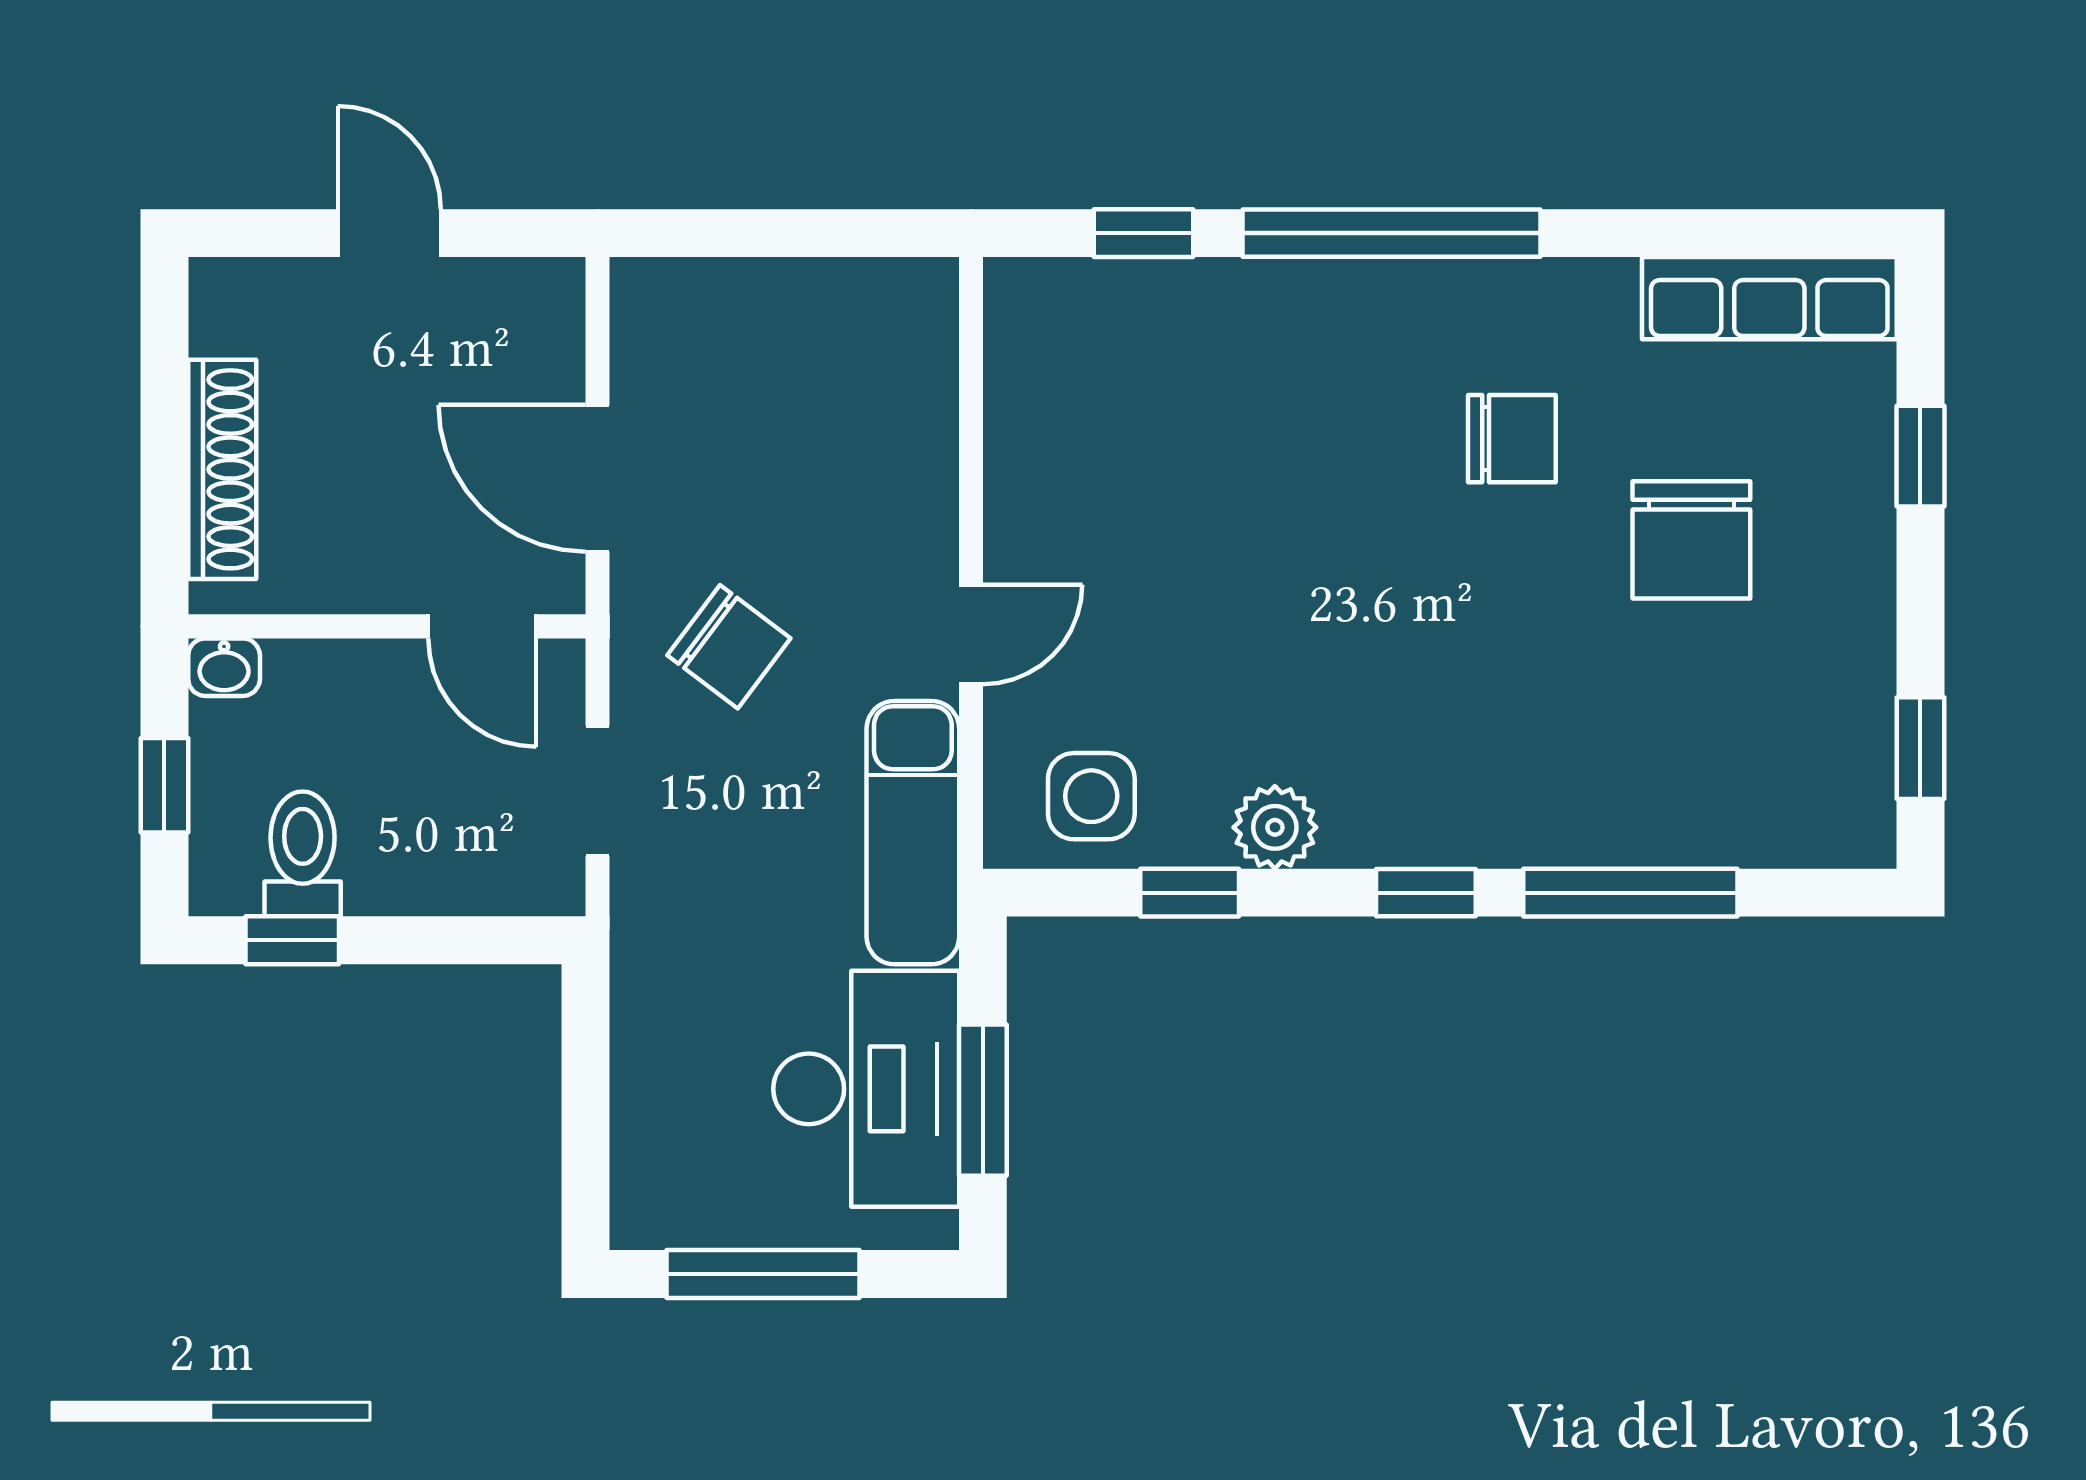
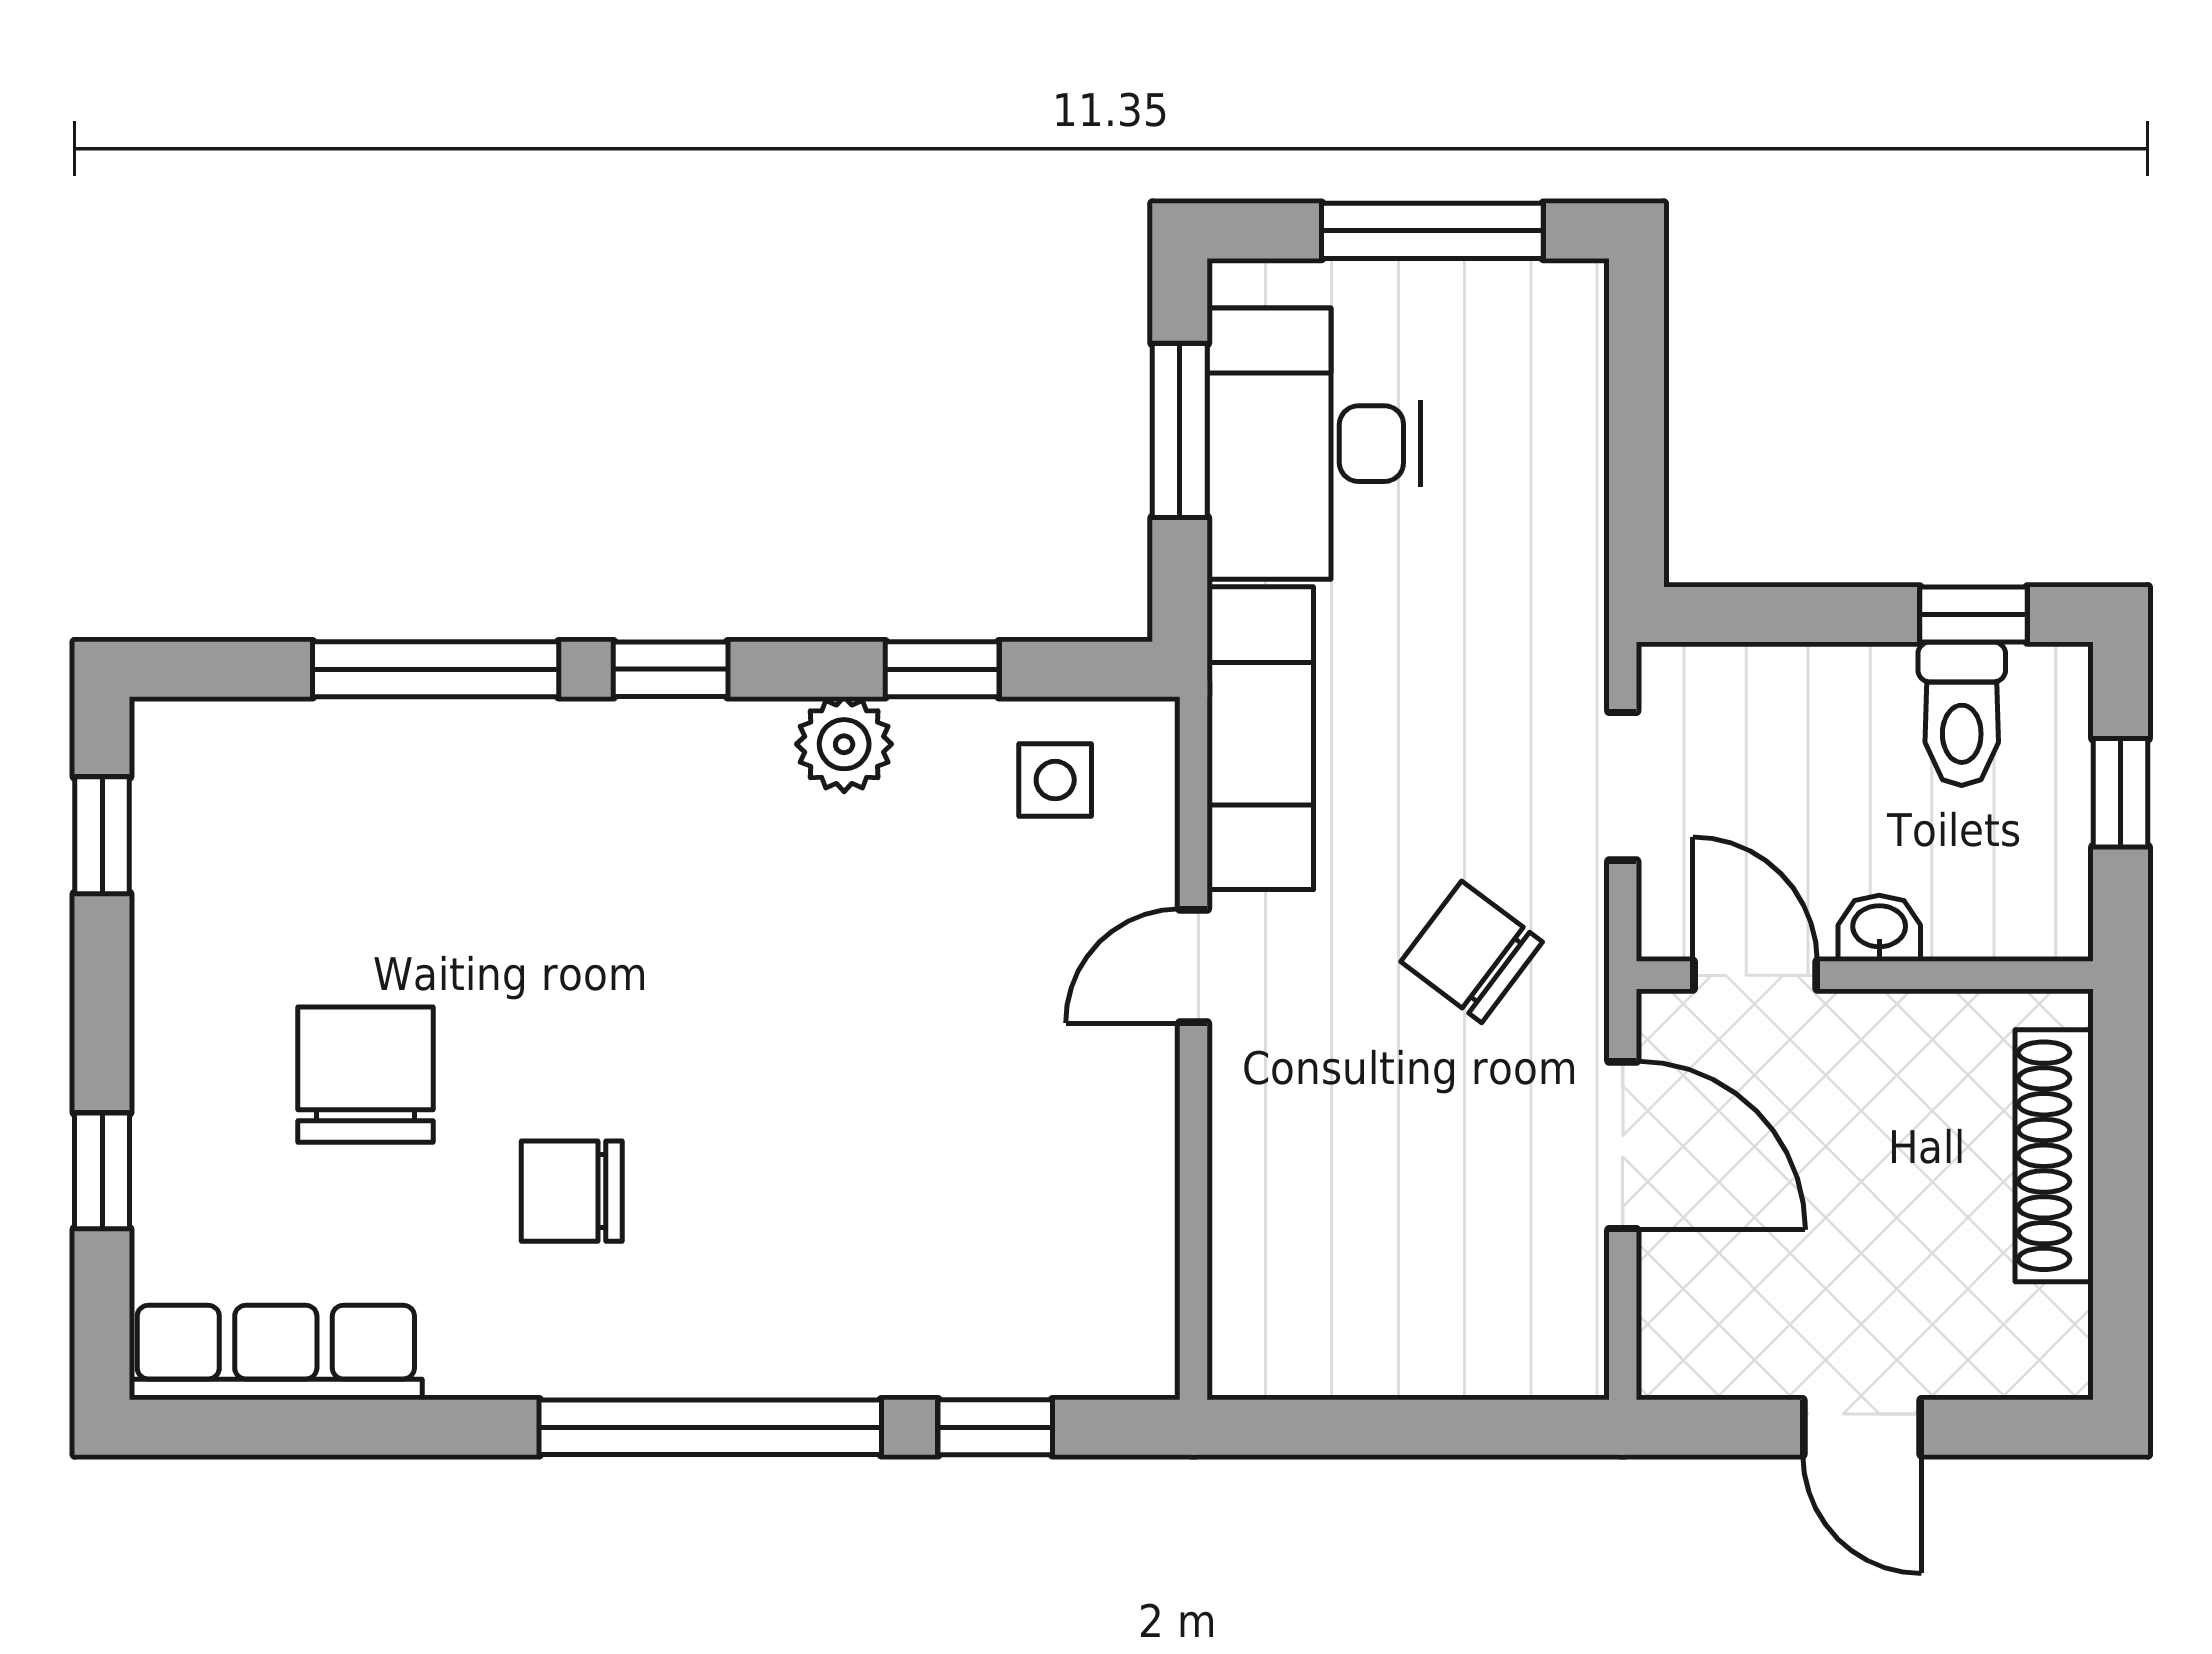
washbasin: (224, 667) -> (1879, 928), moved
side table: (1091, 796) -> (1055, 780), width x0.73, depth x0.73

